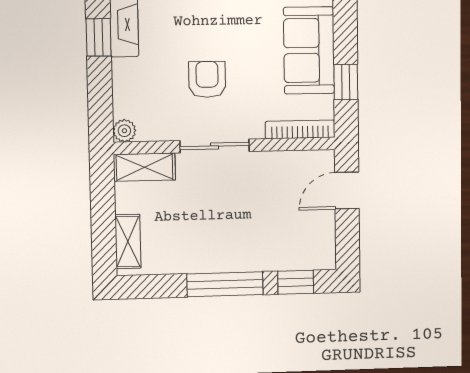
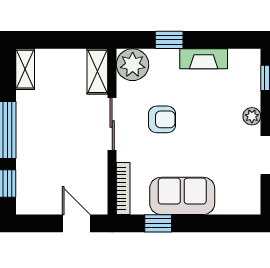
window: (99, 37) -> (169, 40), moved
plant: (124, 131) -> (133, 65), width x1.87, depth x1.87
shelving: (128, 242) -> (25, 69), moved, turned 90

